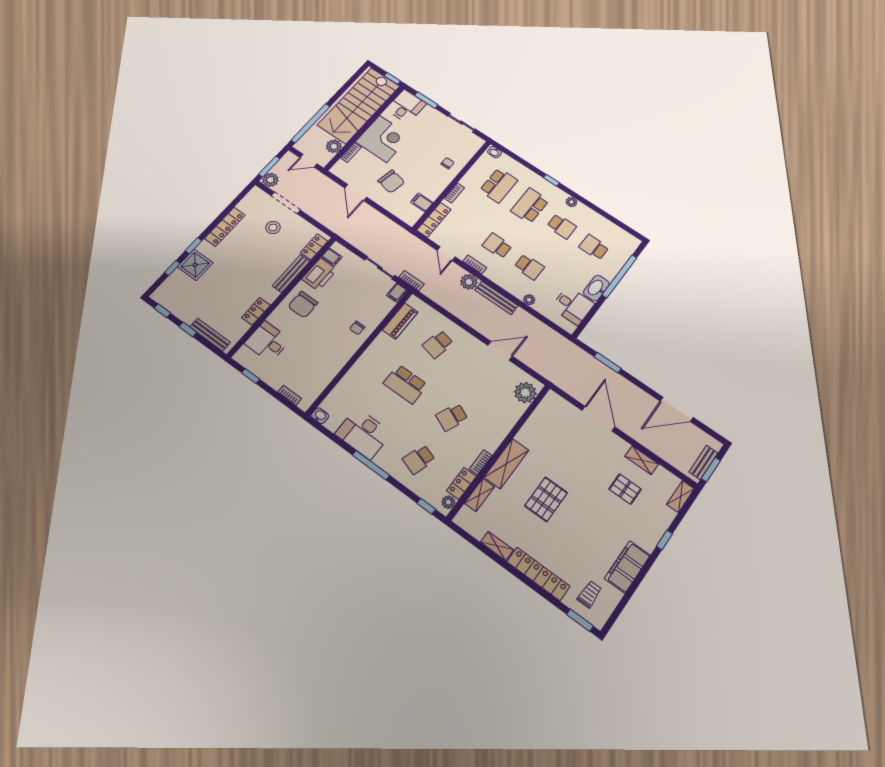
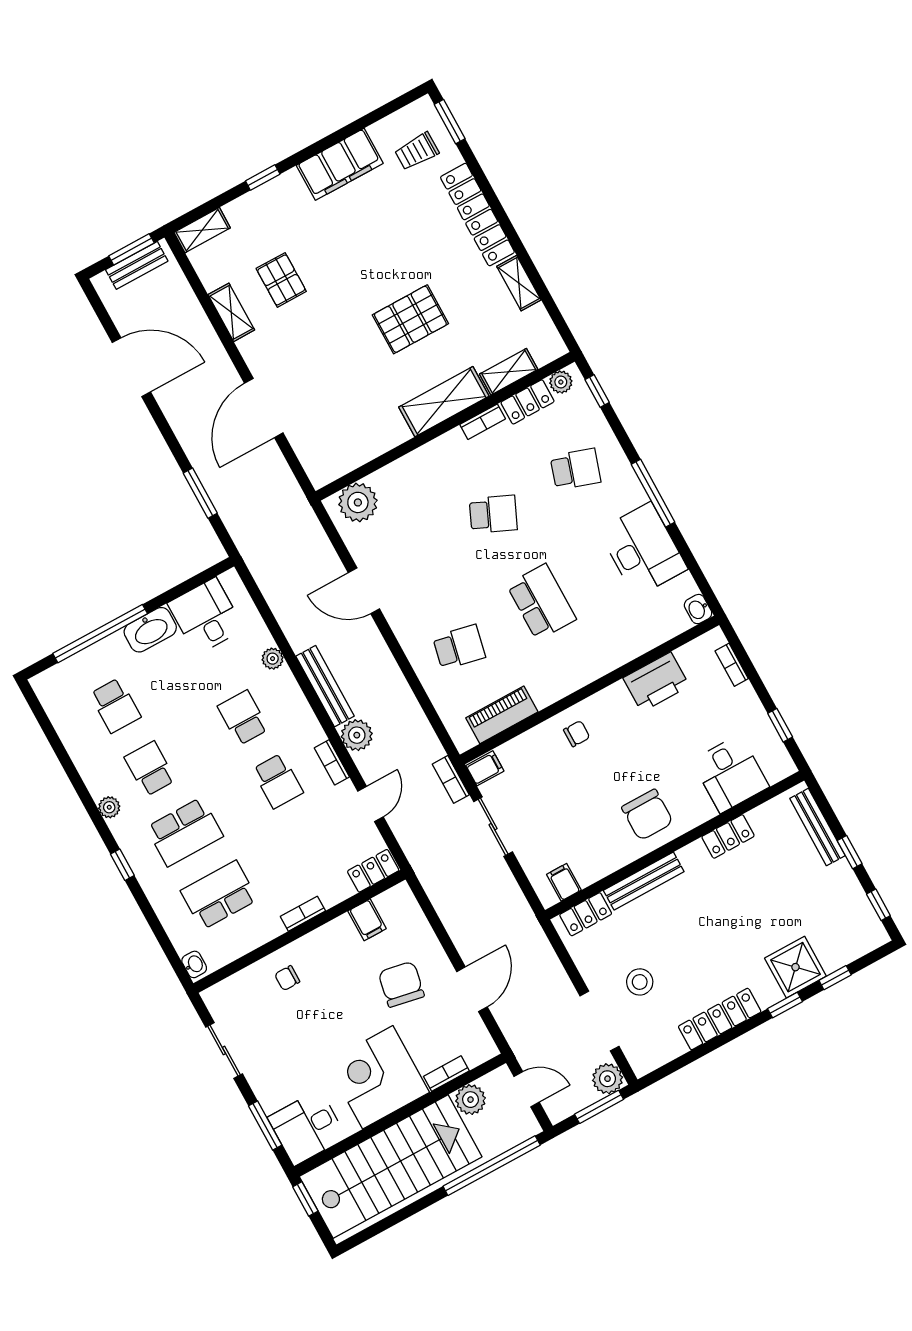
locker: (434, 220) -> (373, 871), width x0.66
printer: (319, 274) -> (656, 682), moved, turned 180
chair: (303, 305) -> (647, 815), turned 90

